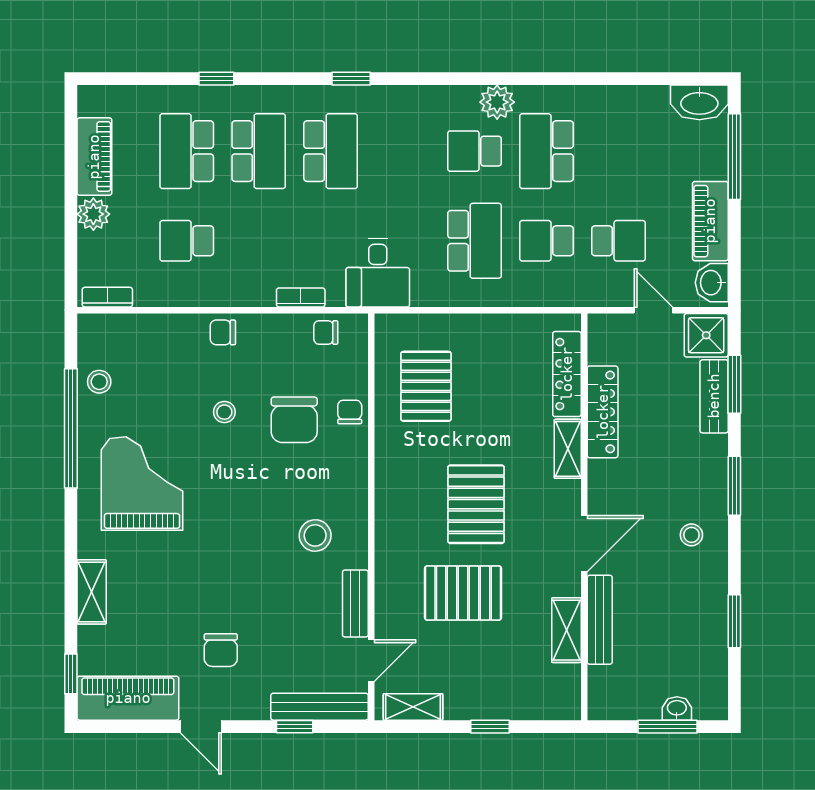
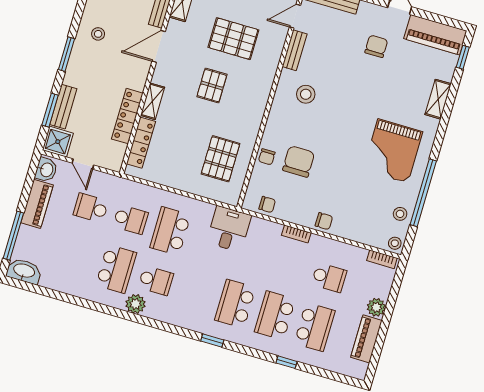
bookcase: (301, 297) -> (296, 234), moved
stool: (224, 412) -> (395, 243), moved
pallet: (476, 504) -> (212, 86), width x0.67, depth x0.71

